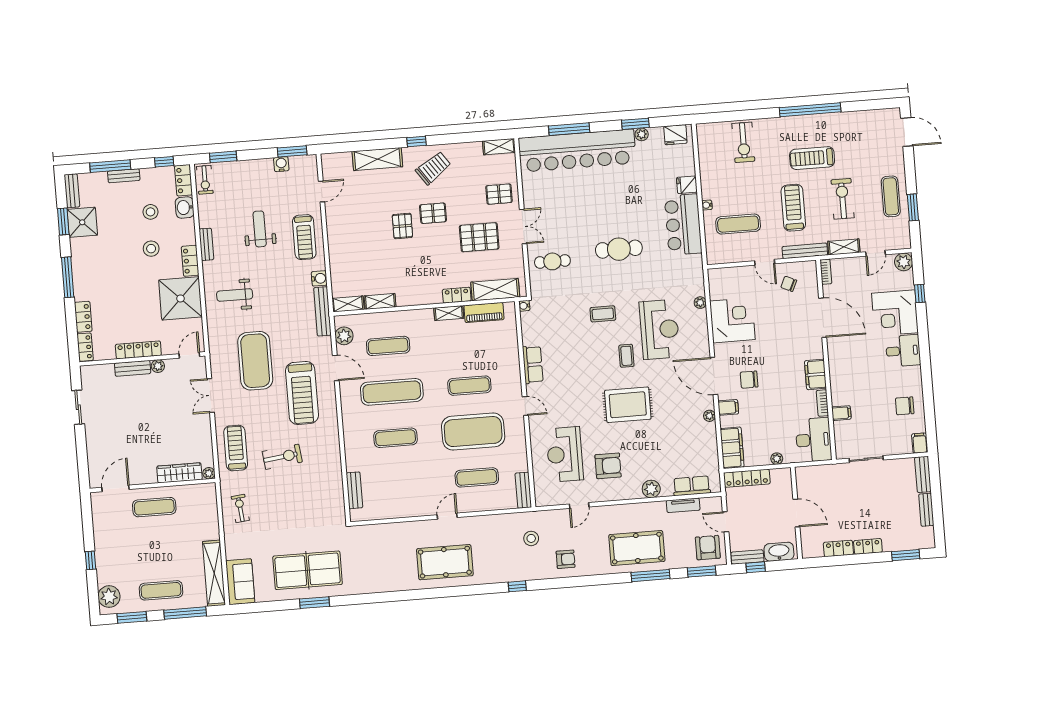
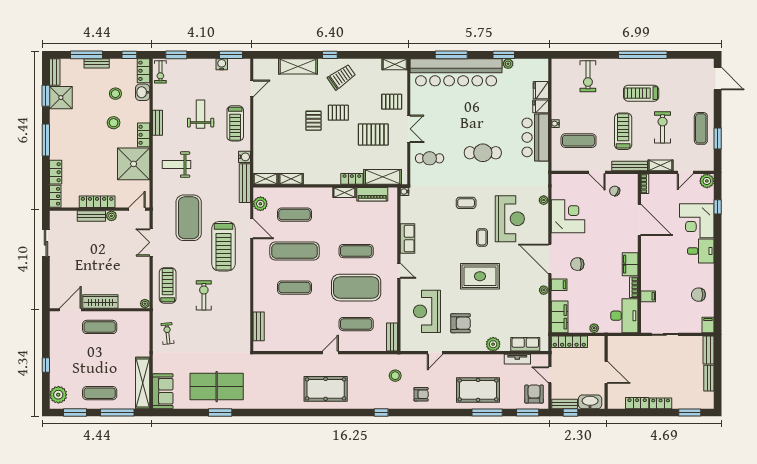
fridge: (675, 135) -> (541, 90), moved, turned 90
exercise bike: (282, 457) -> (204, 295), turned -83
wardrobe: (179, 473) -> (100, 302), moved

